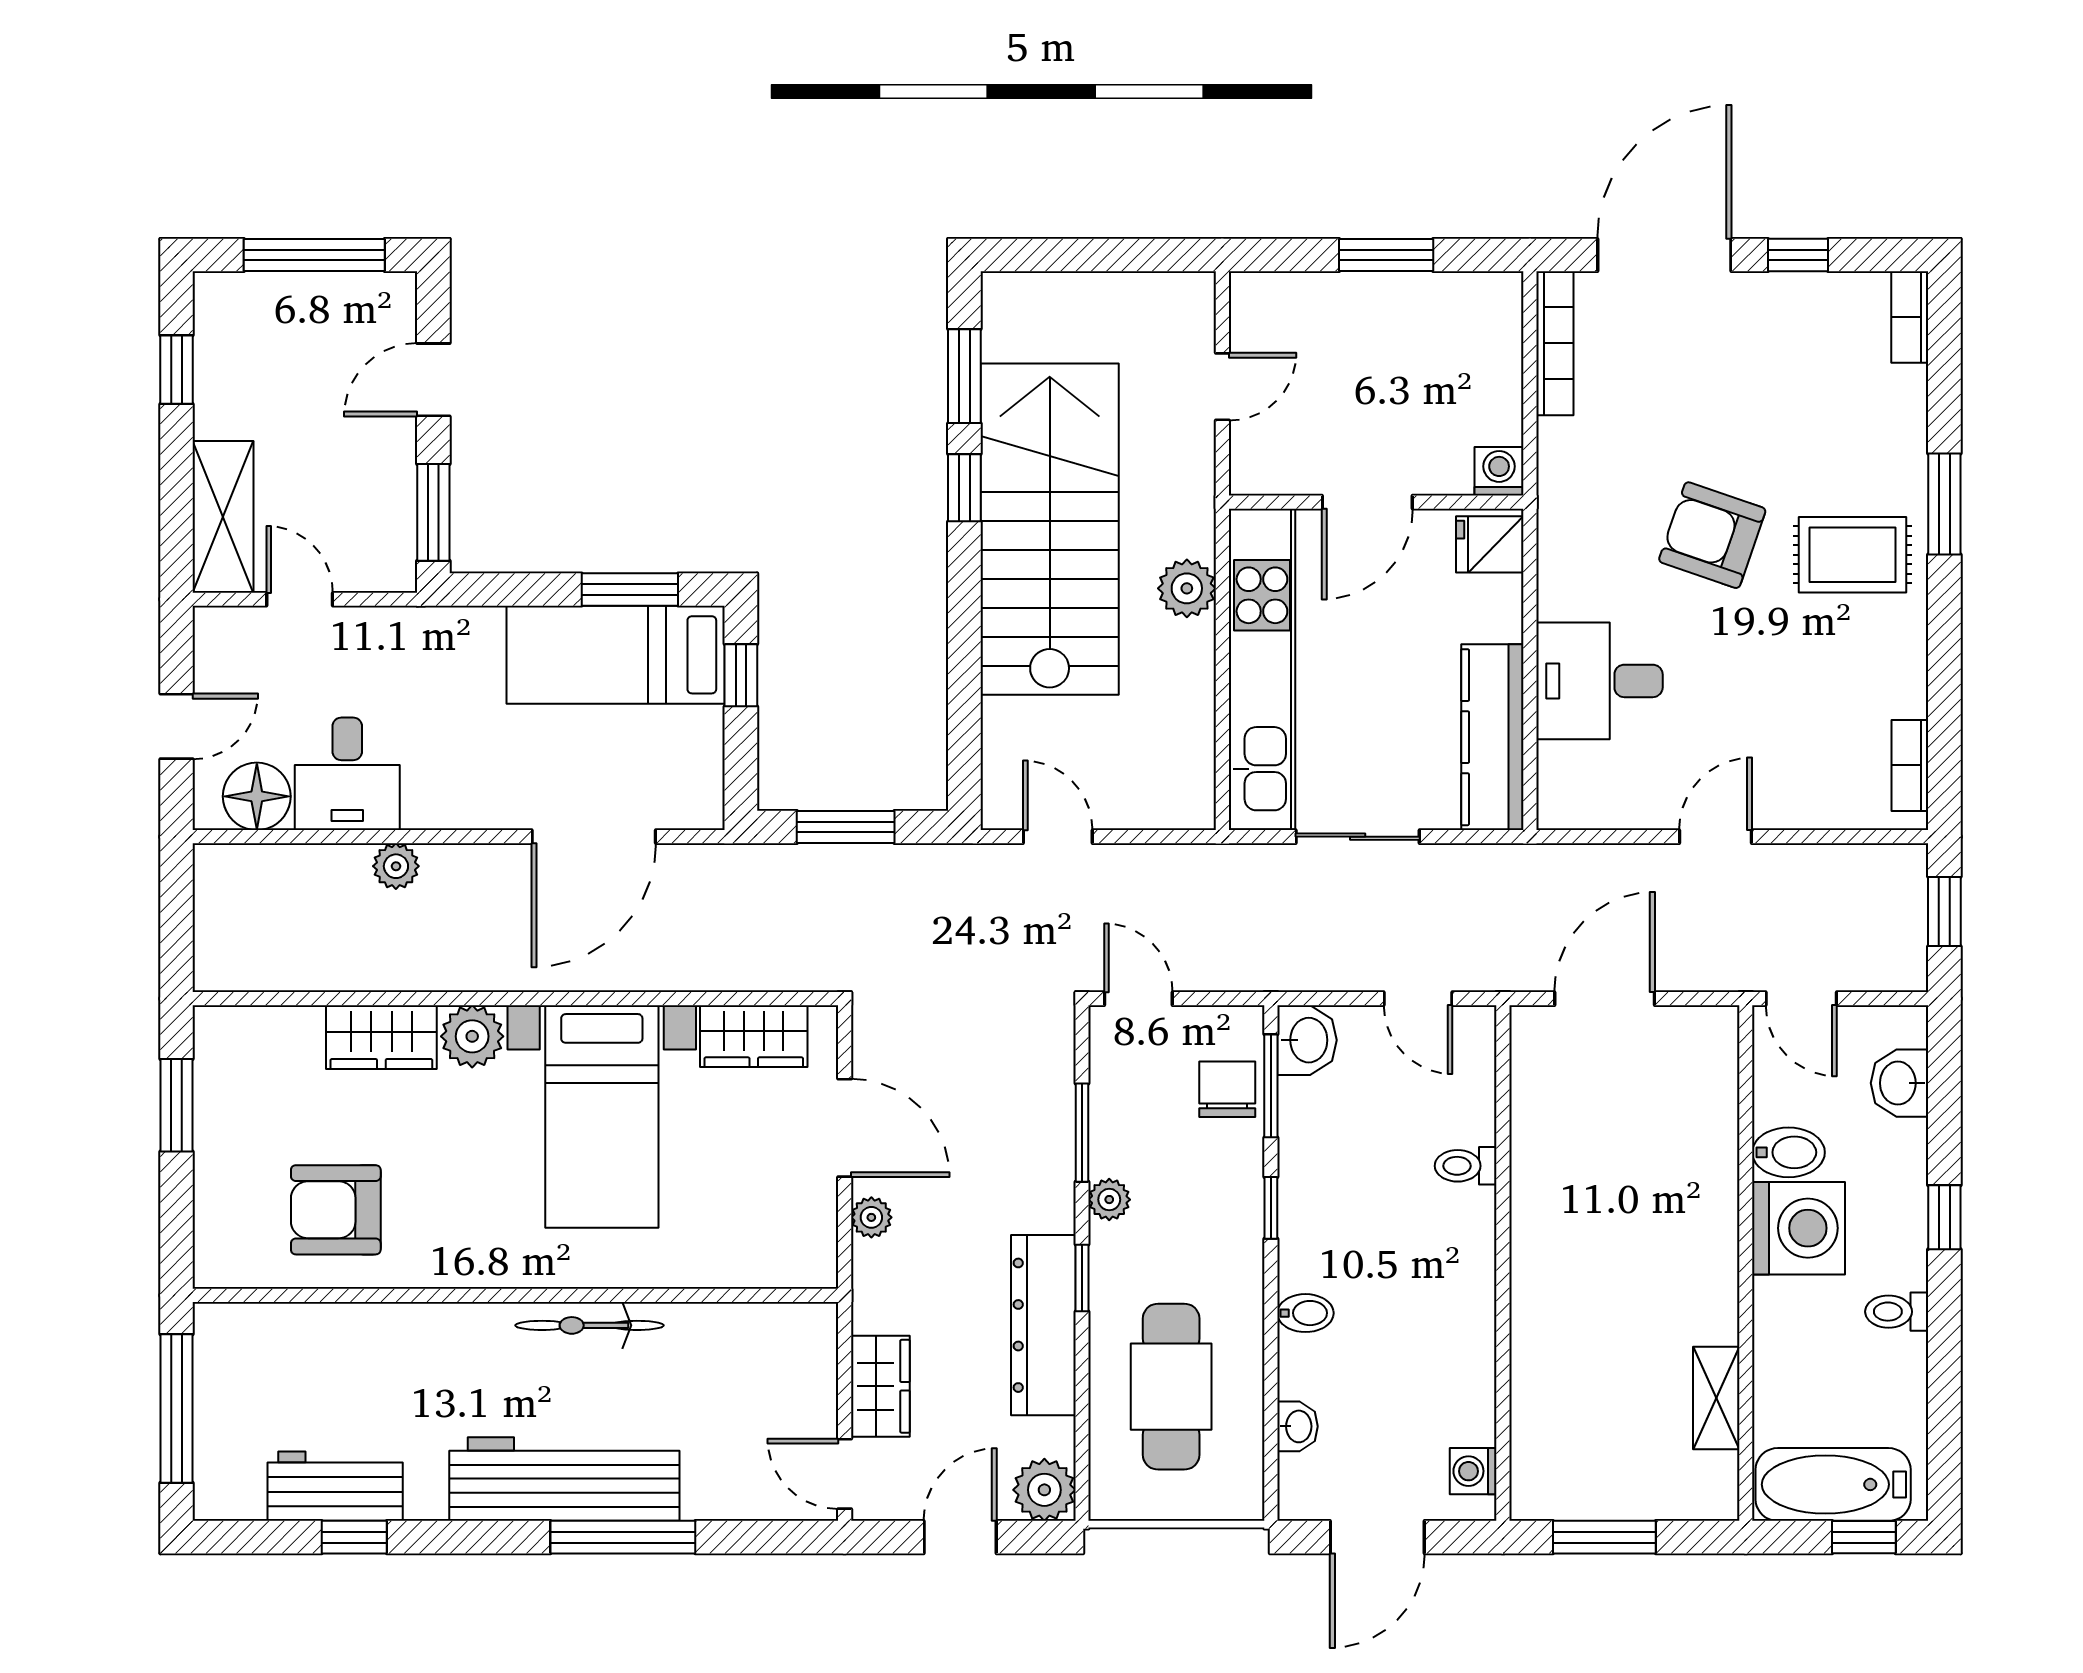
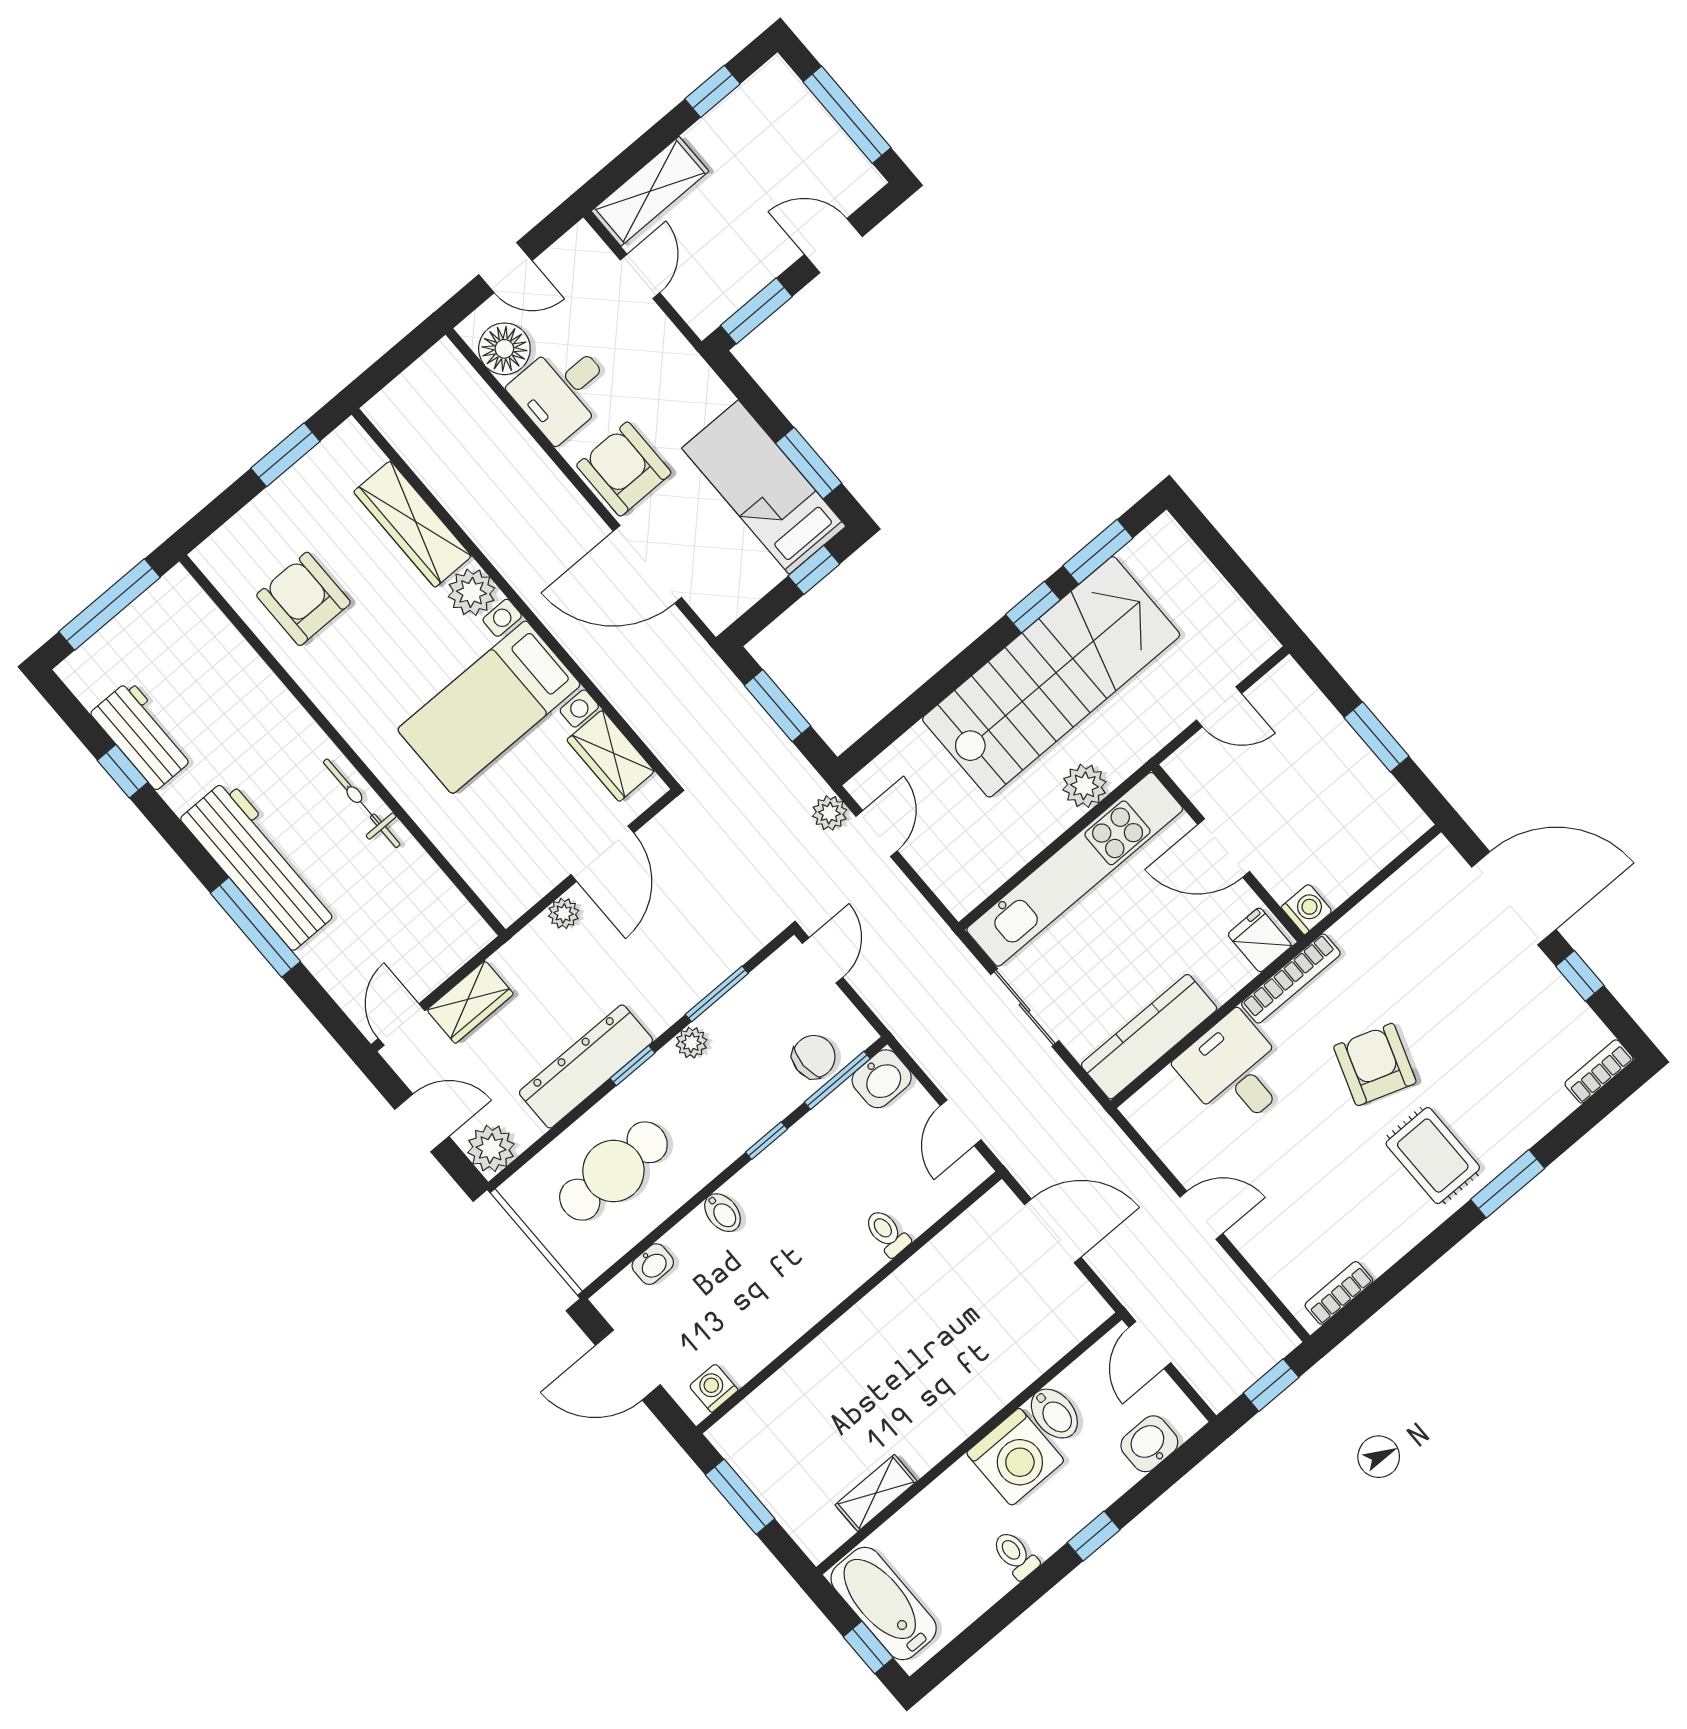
bookcase: (1555, 343) -> (1291, 979), moved
armchair: (479, 779) -> (624, 469), added
plant: (396, 866) -> (830, 813), moved
wardrobe: (381, 1037) -> (413, 524), width x1.50

